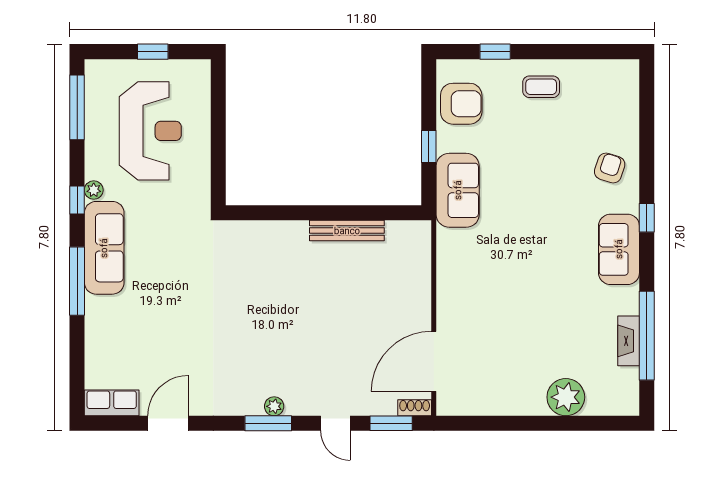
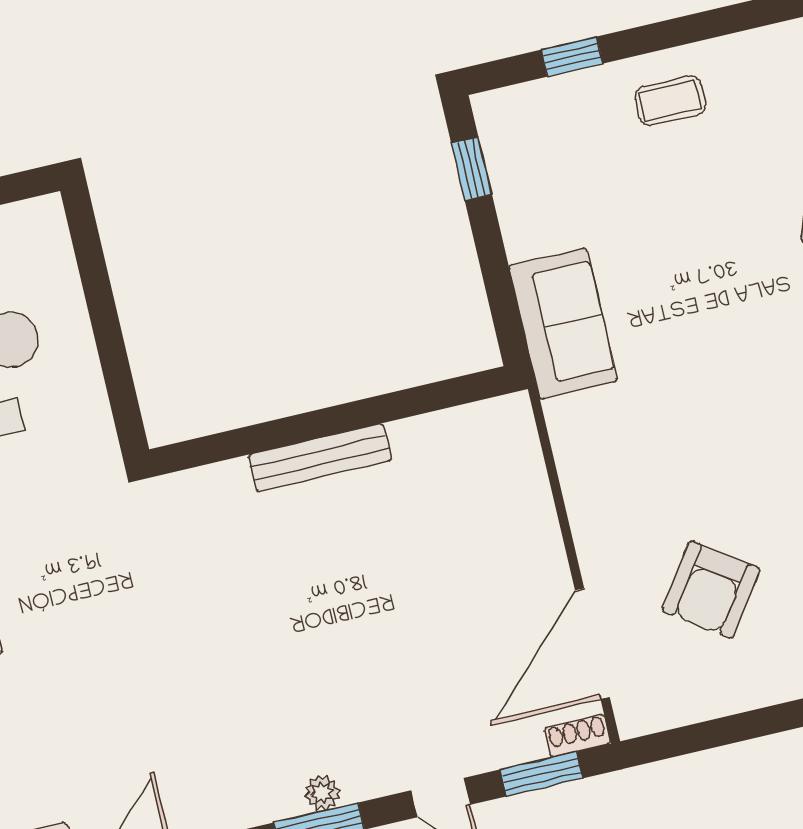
armchair: (461, 104) -> (711, 590), moved, turned 125
window: (429, 146) -> (472, 169), moved
bench: (347, 231) -> (320, 458), moved

